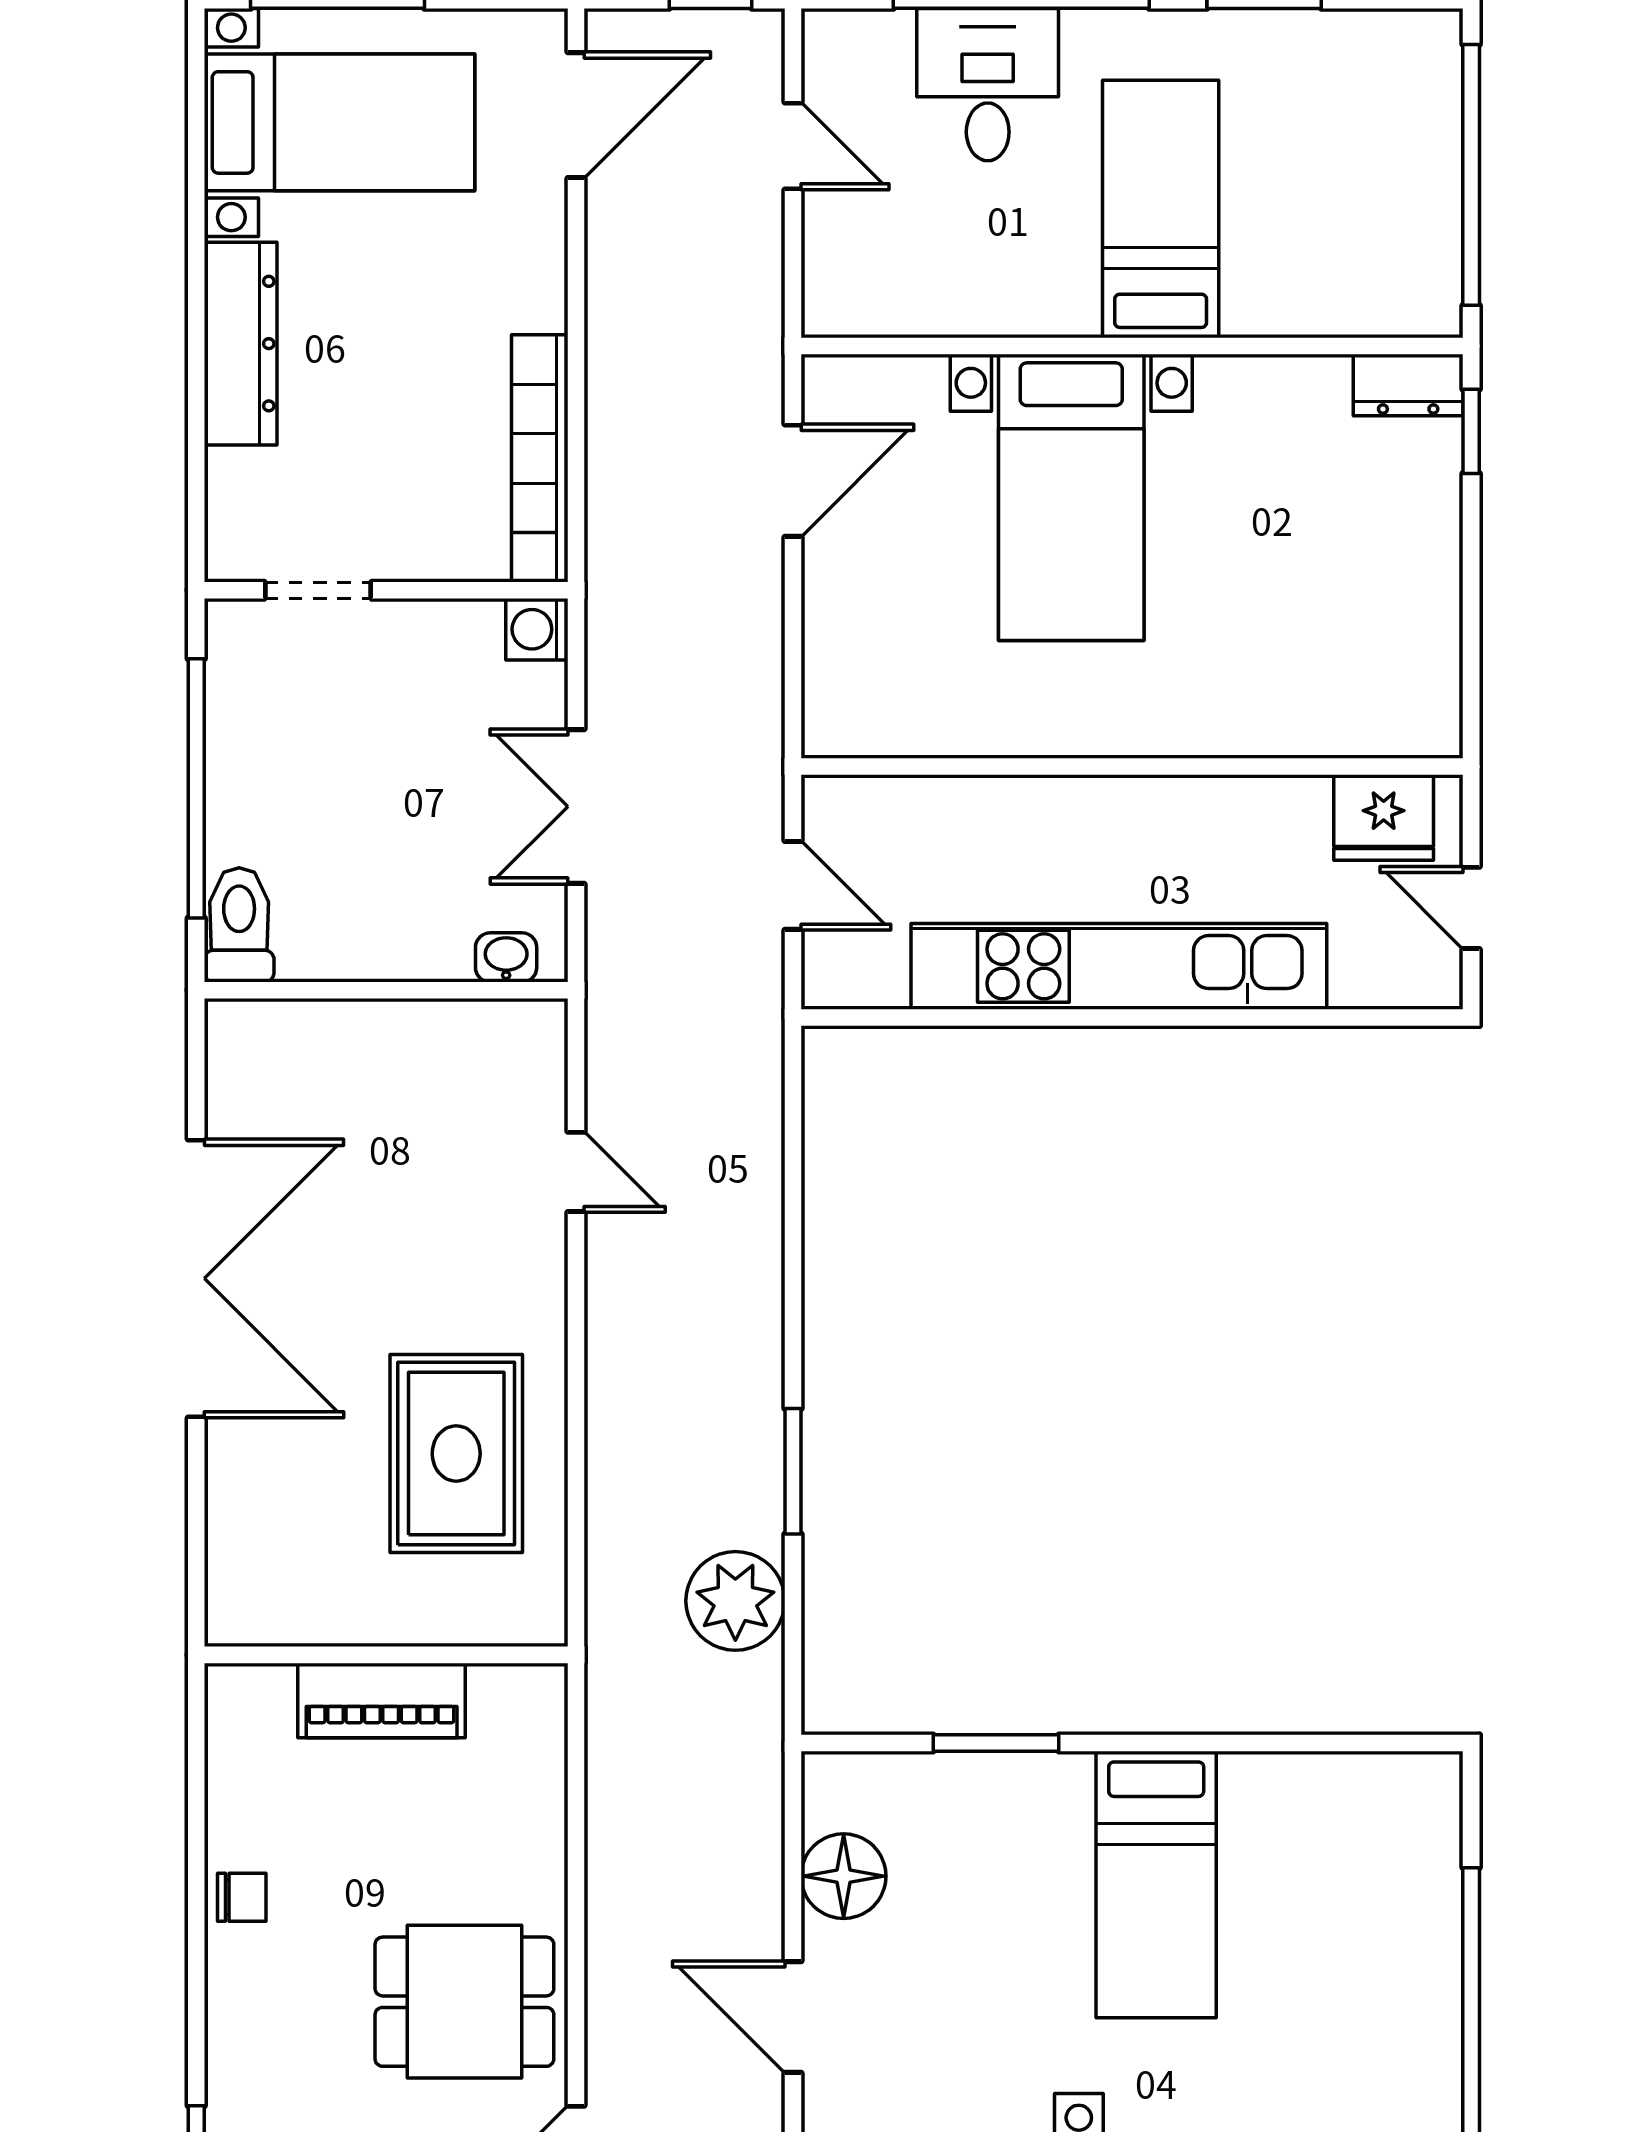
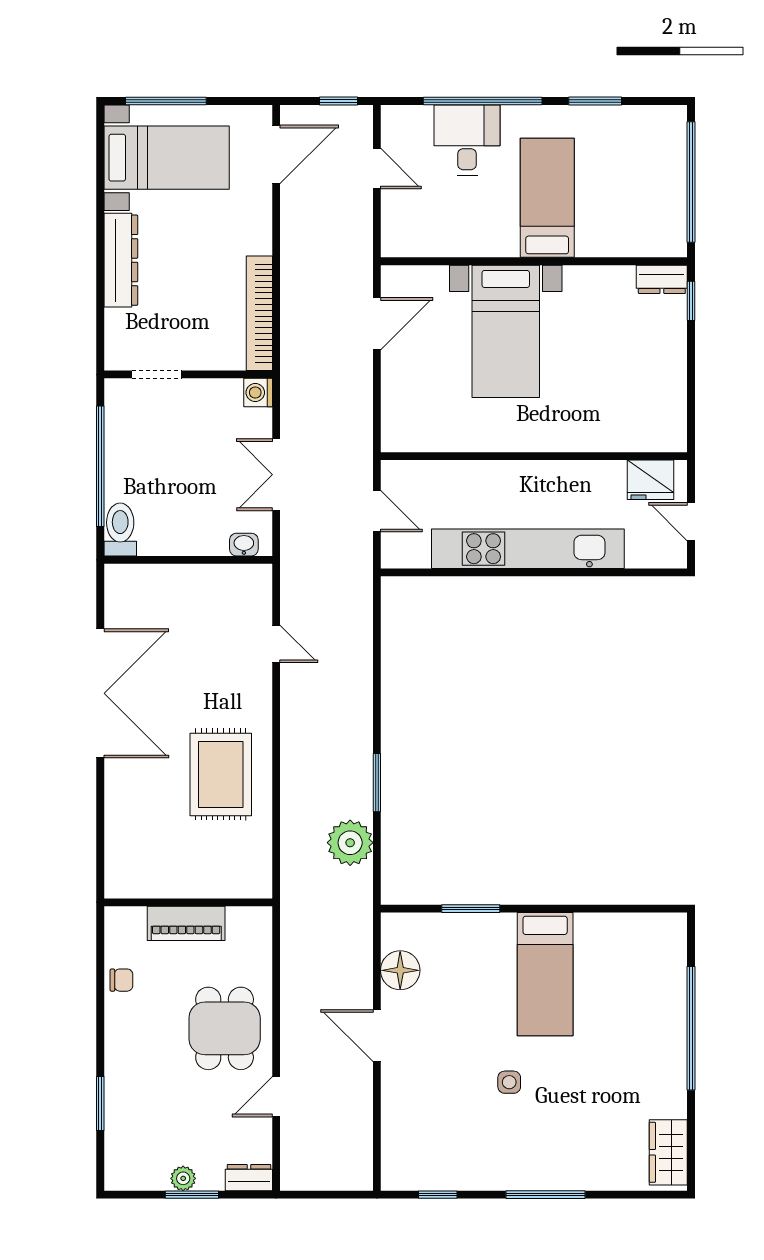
wall: (386, 1655) -> (188, 902), moved
piano: (382, 1700) -> (186, 923), moved
dining table: (464, 2002) -> (225, 1028), turned 90

